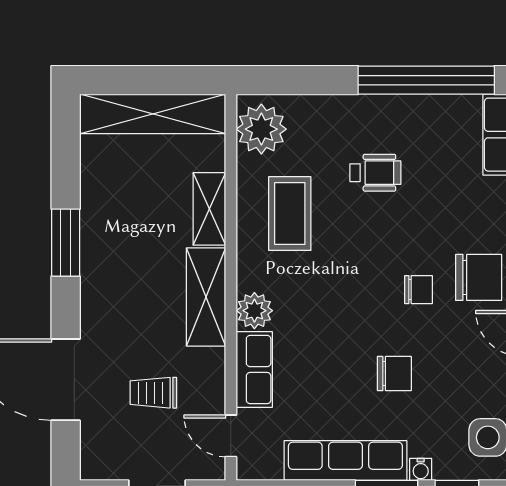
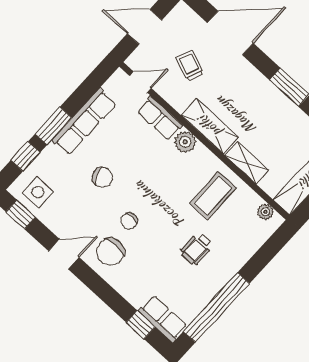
plant: (261, 129) -> (265, 212), width x0.53, depth x0.53
coffee table: (290, 214) -> (213, 196), turned 90
chair: (394, 373) -> (102, 177), turned -111
trolley: (153, 393) -> (190, 66), turned -69
water cooler: (421, 469) -> (51, 151), removed

